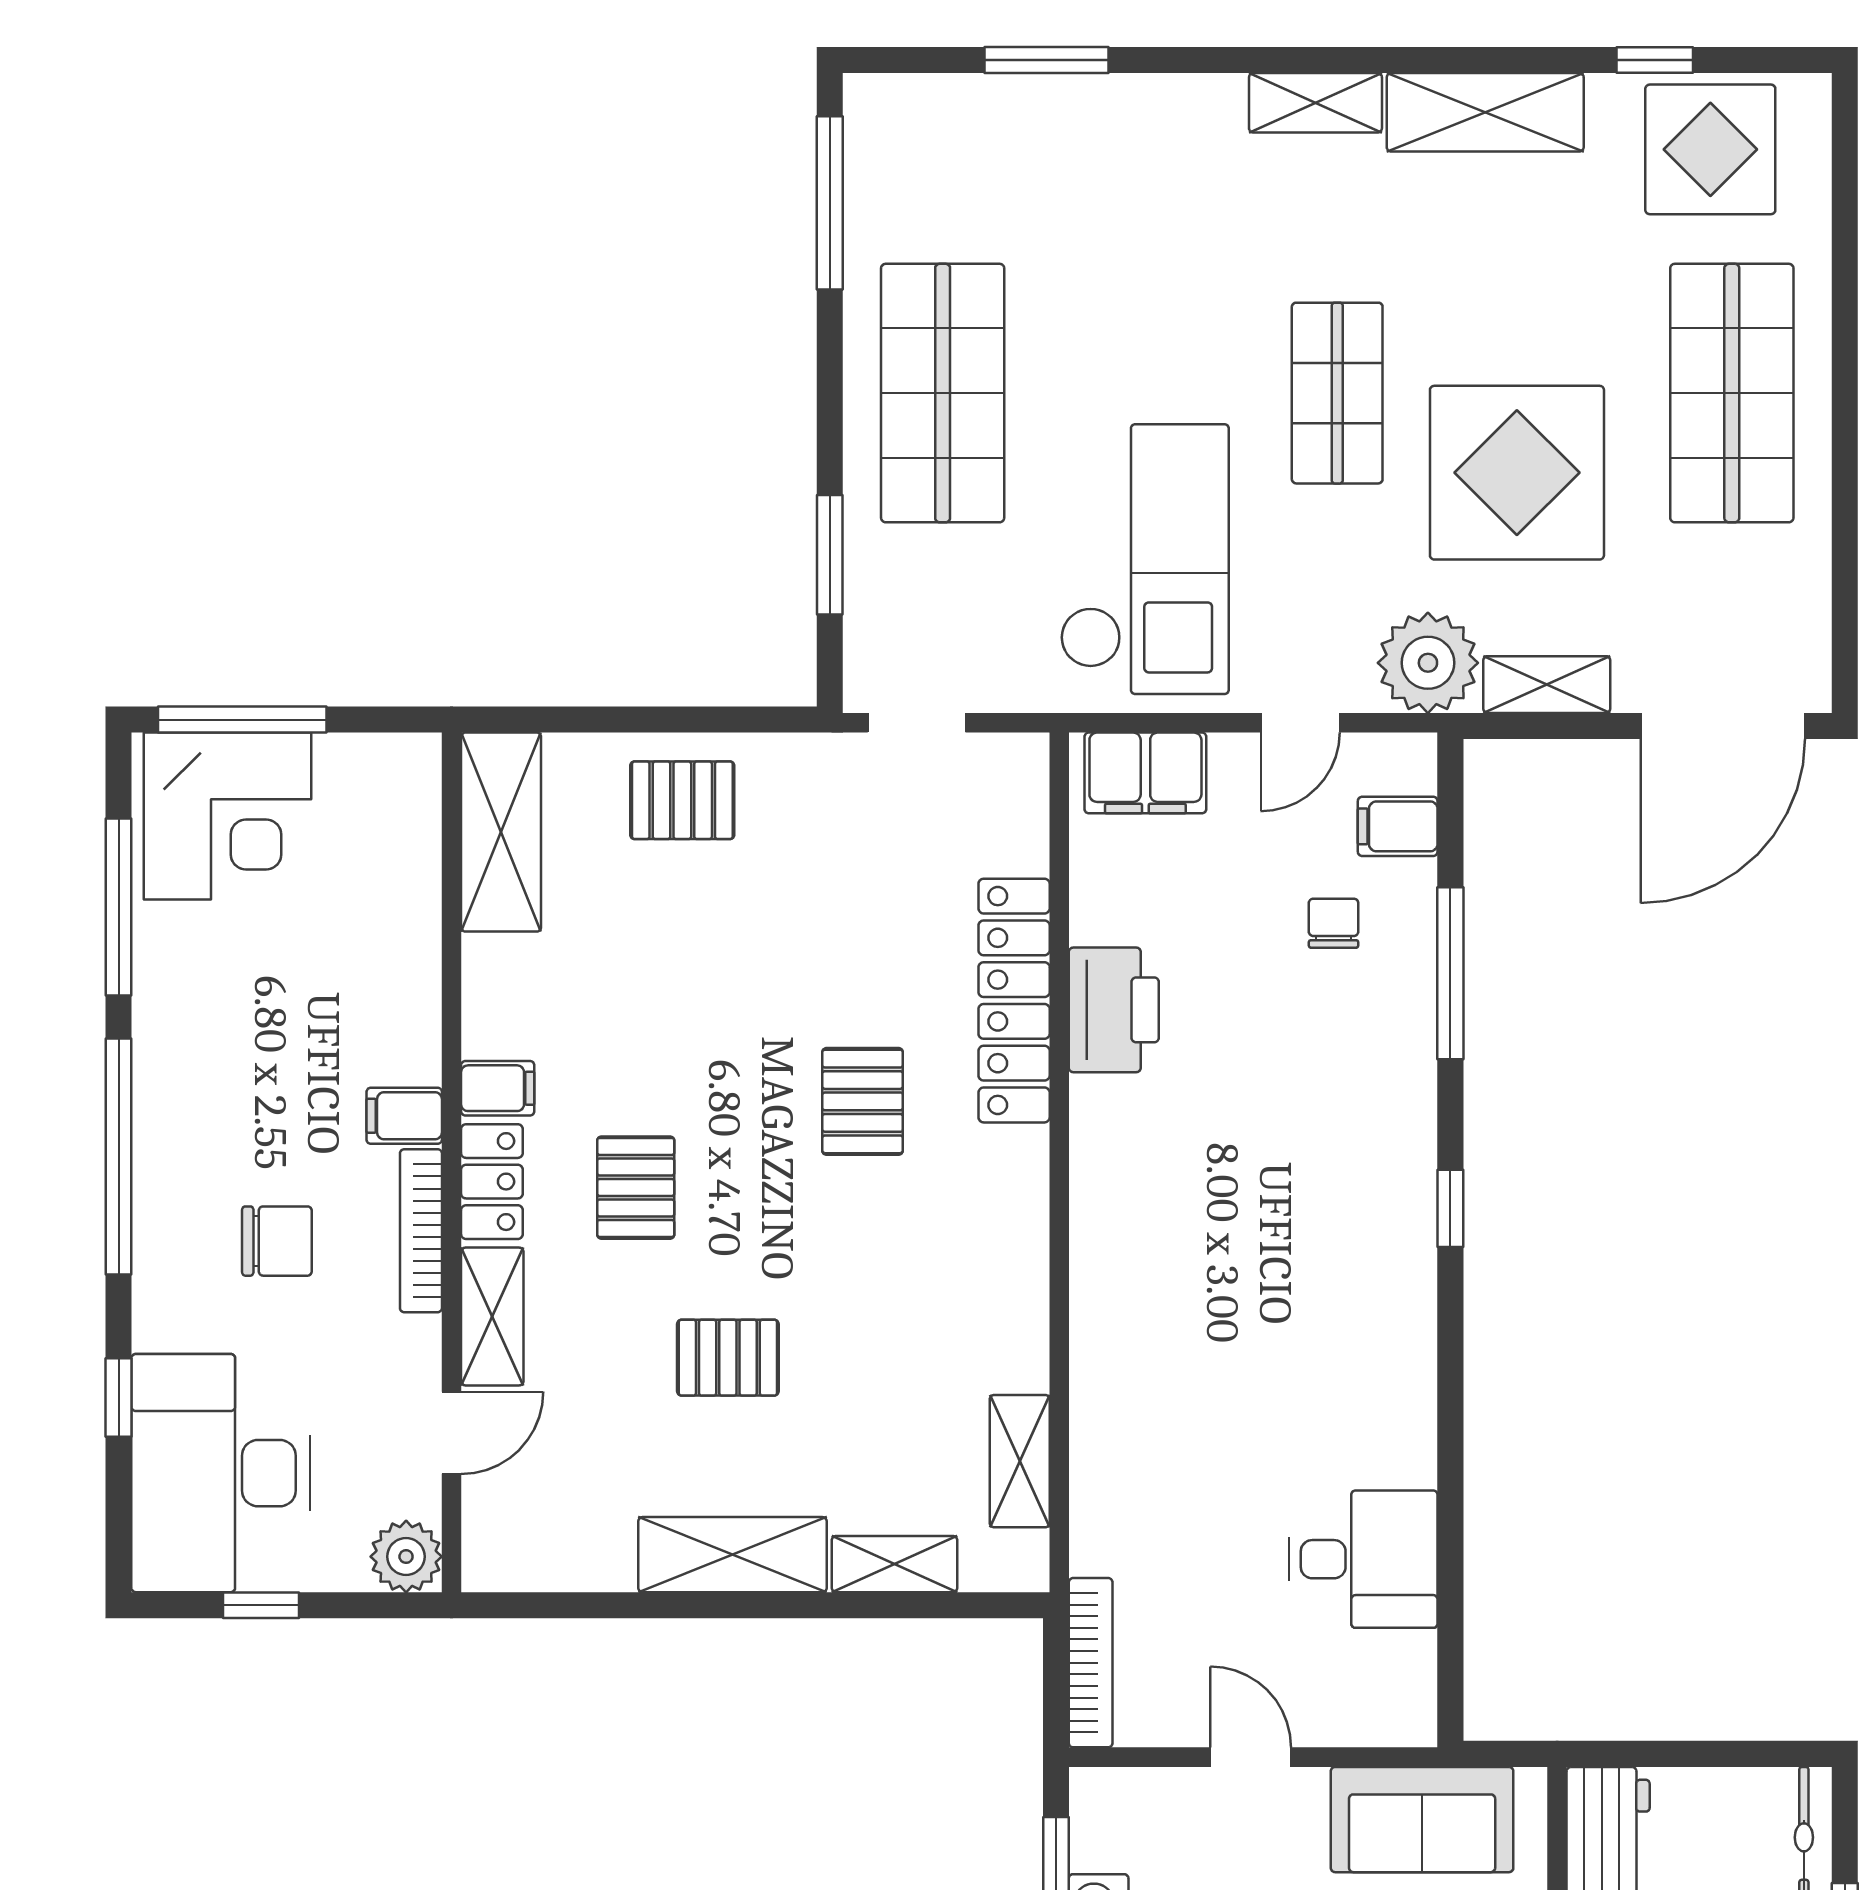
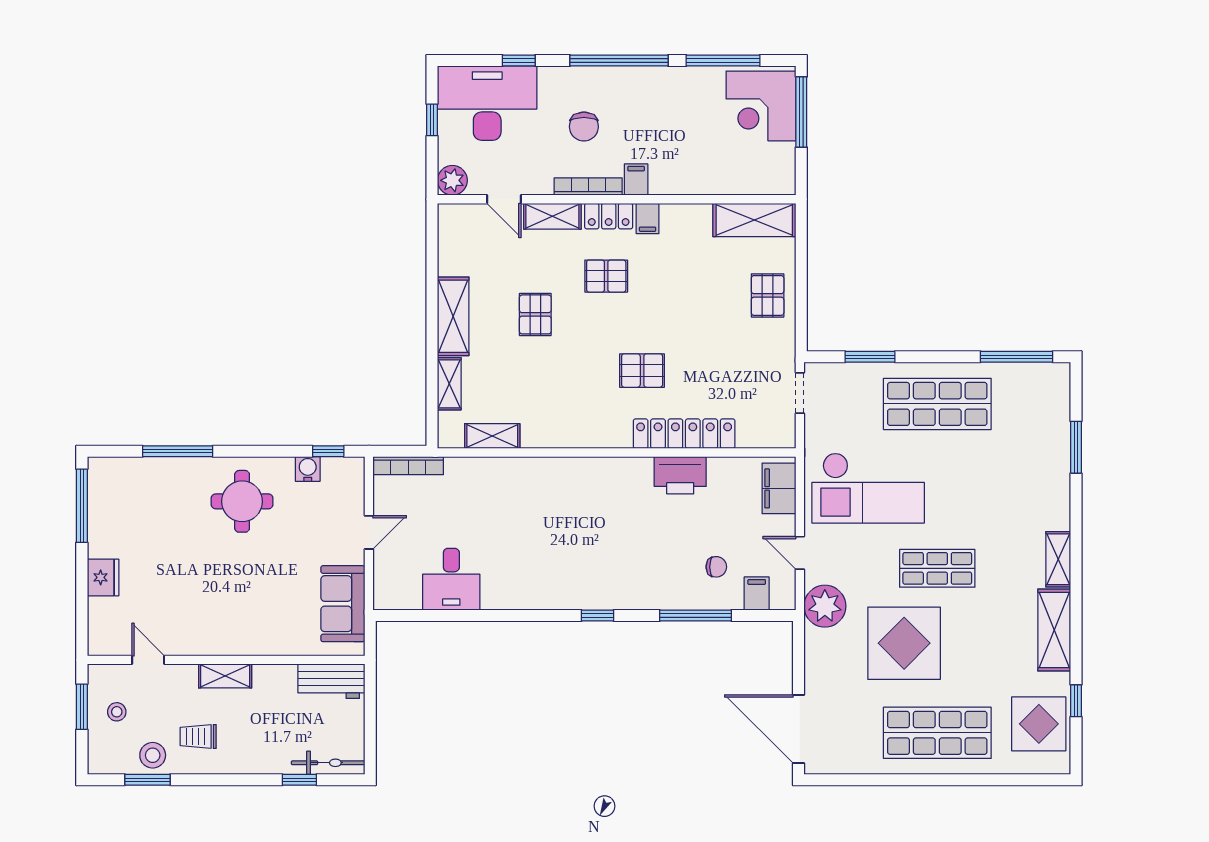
shelving: (1547, 685) -> (816, 656), removed

